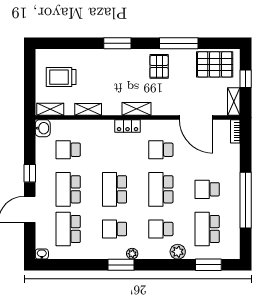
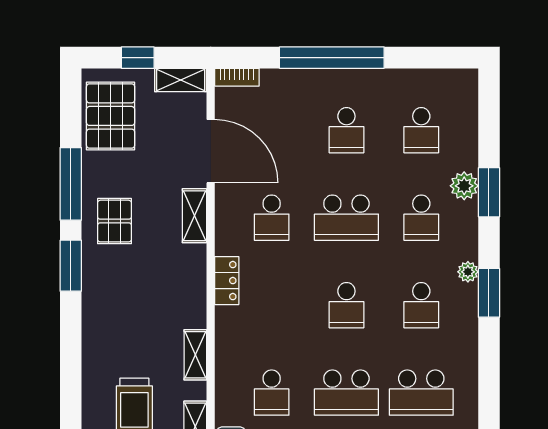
window: (117, 43) -> (71, 266), moved
pallet: (159, 66) -> (114, 221), turned 90
shelving: (137, 109) -> (194, 216), moved
door: (196, 117) -> (211, 151), hinge flipped
school desk: (115, 189) -> (346, 305), width x0.54
window: (246, 200) -> (332, 58), moved
school desk: (207, 229) -> (421, 130), width x0.54
window: (208, 265) -> (489, 192), moved

